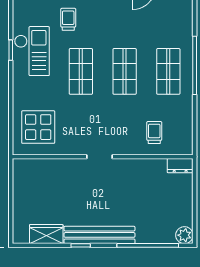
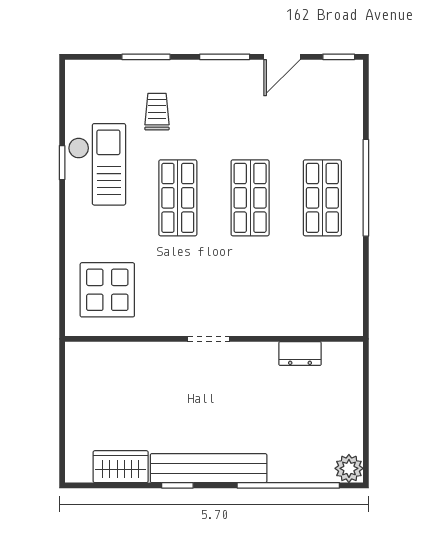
trolley: (154, 133) -> (299, 299), removed
dresser: (180, 166) -> (300, 354), moved

